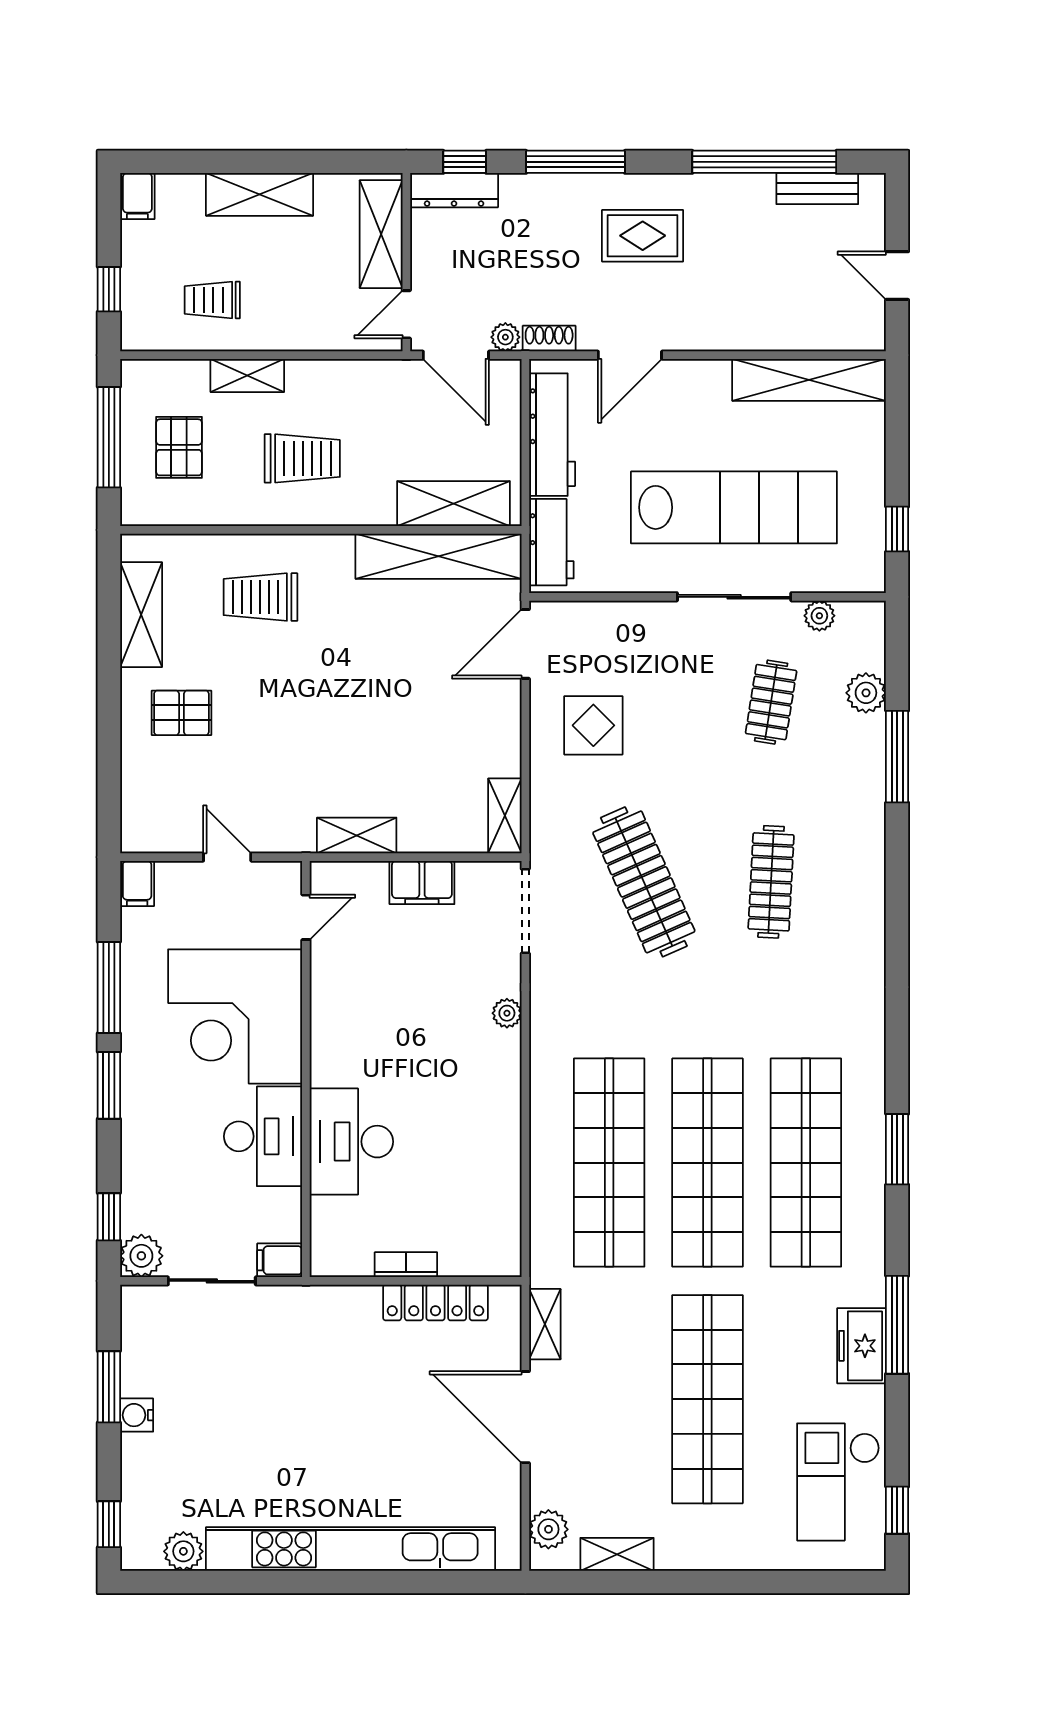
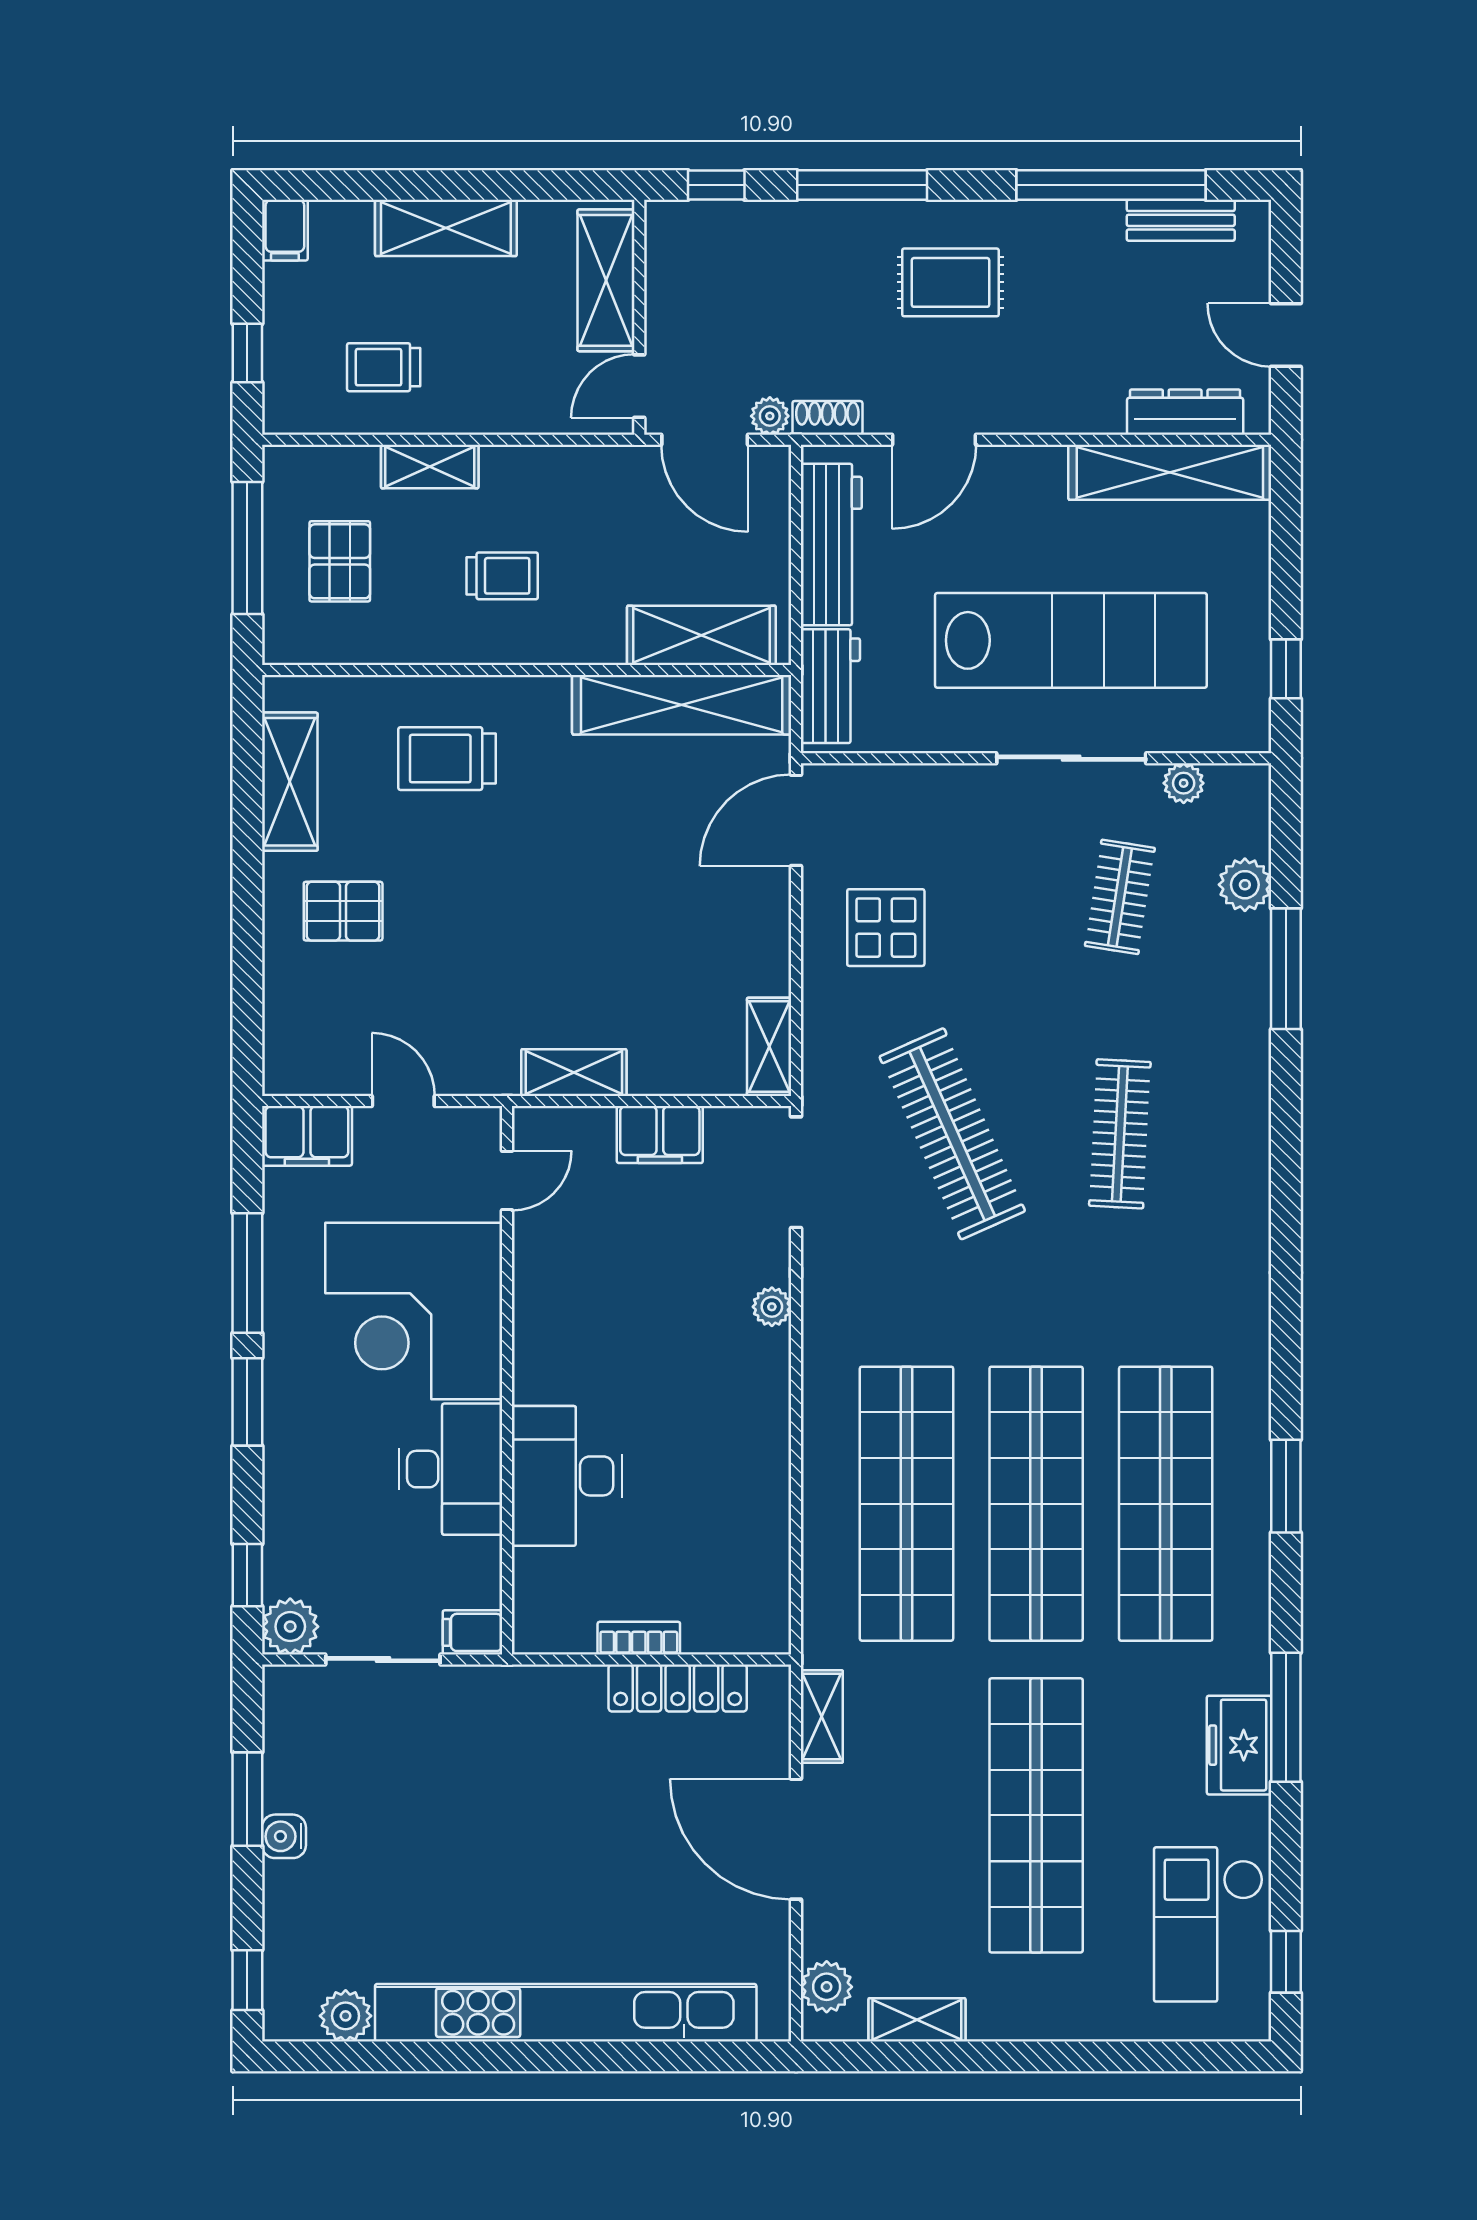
dresser: (454, 190) -> (1185, 412), moved, turned 180
trolley: (302, 458) -> (502, 576), width x0.73, depth x0.72
filing cabinet: (137, 883) -> (307, 1136), width x2.00

